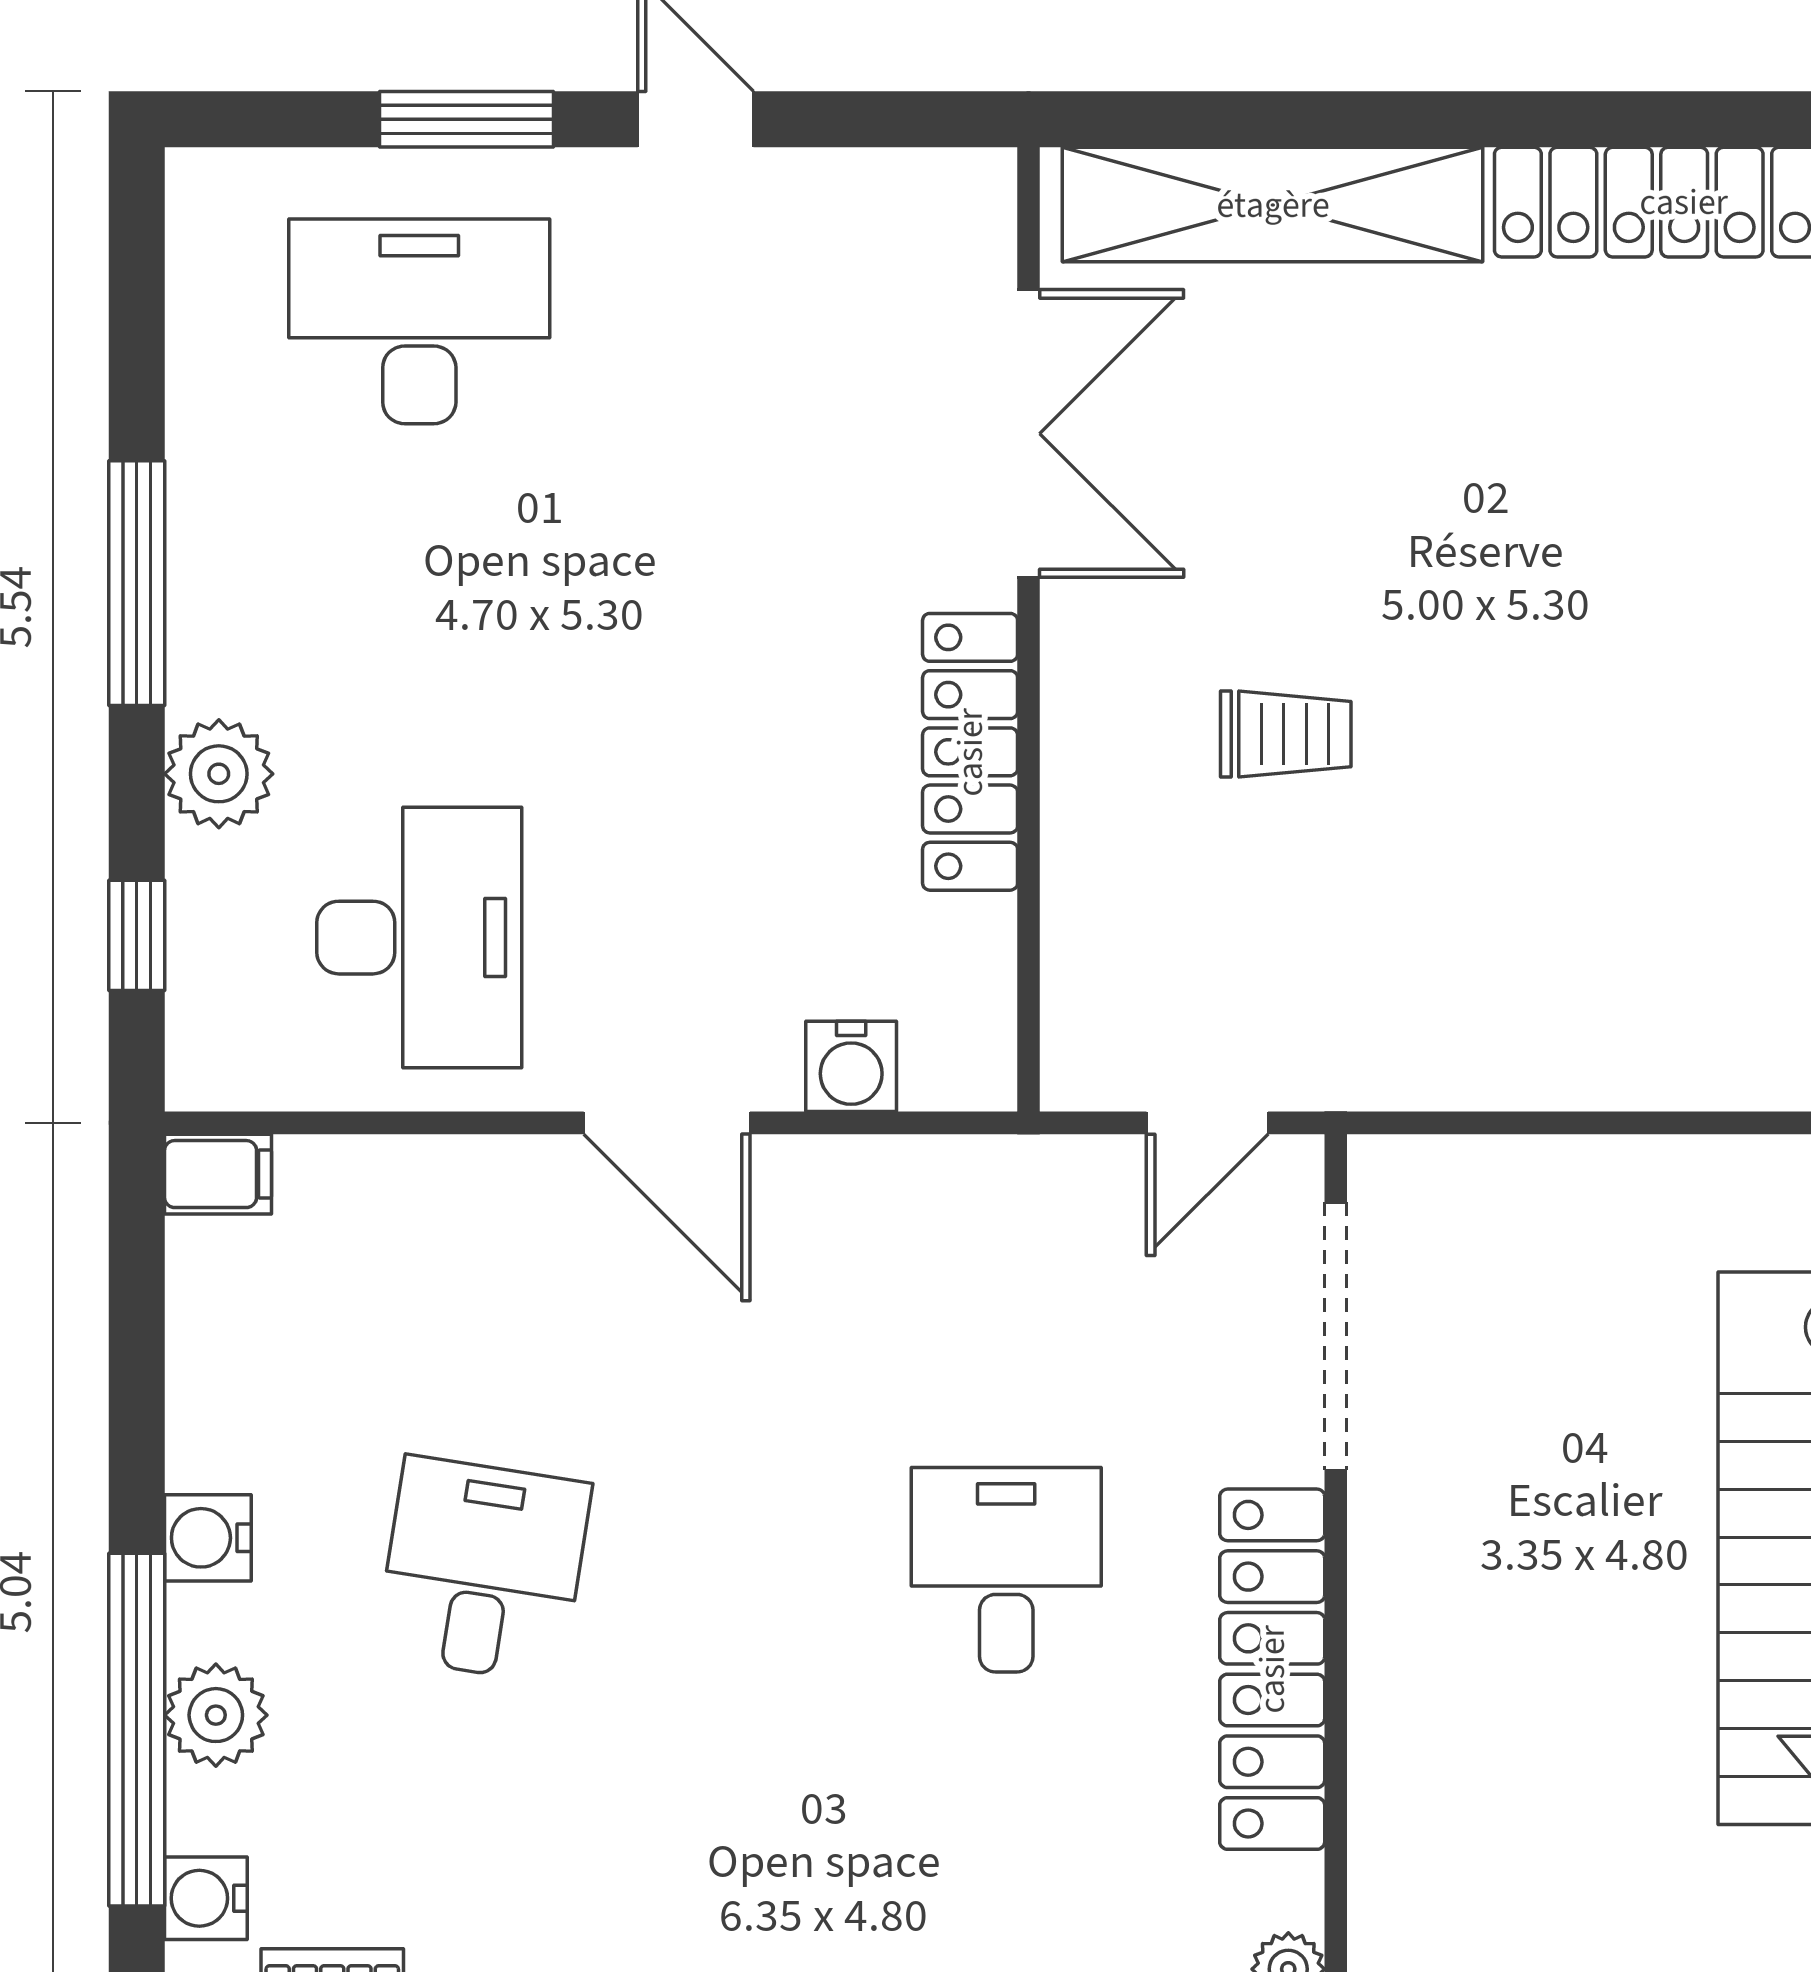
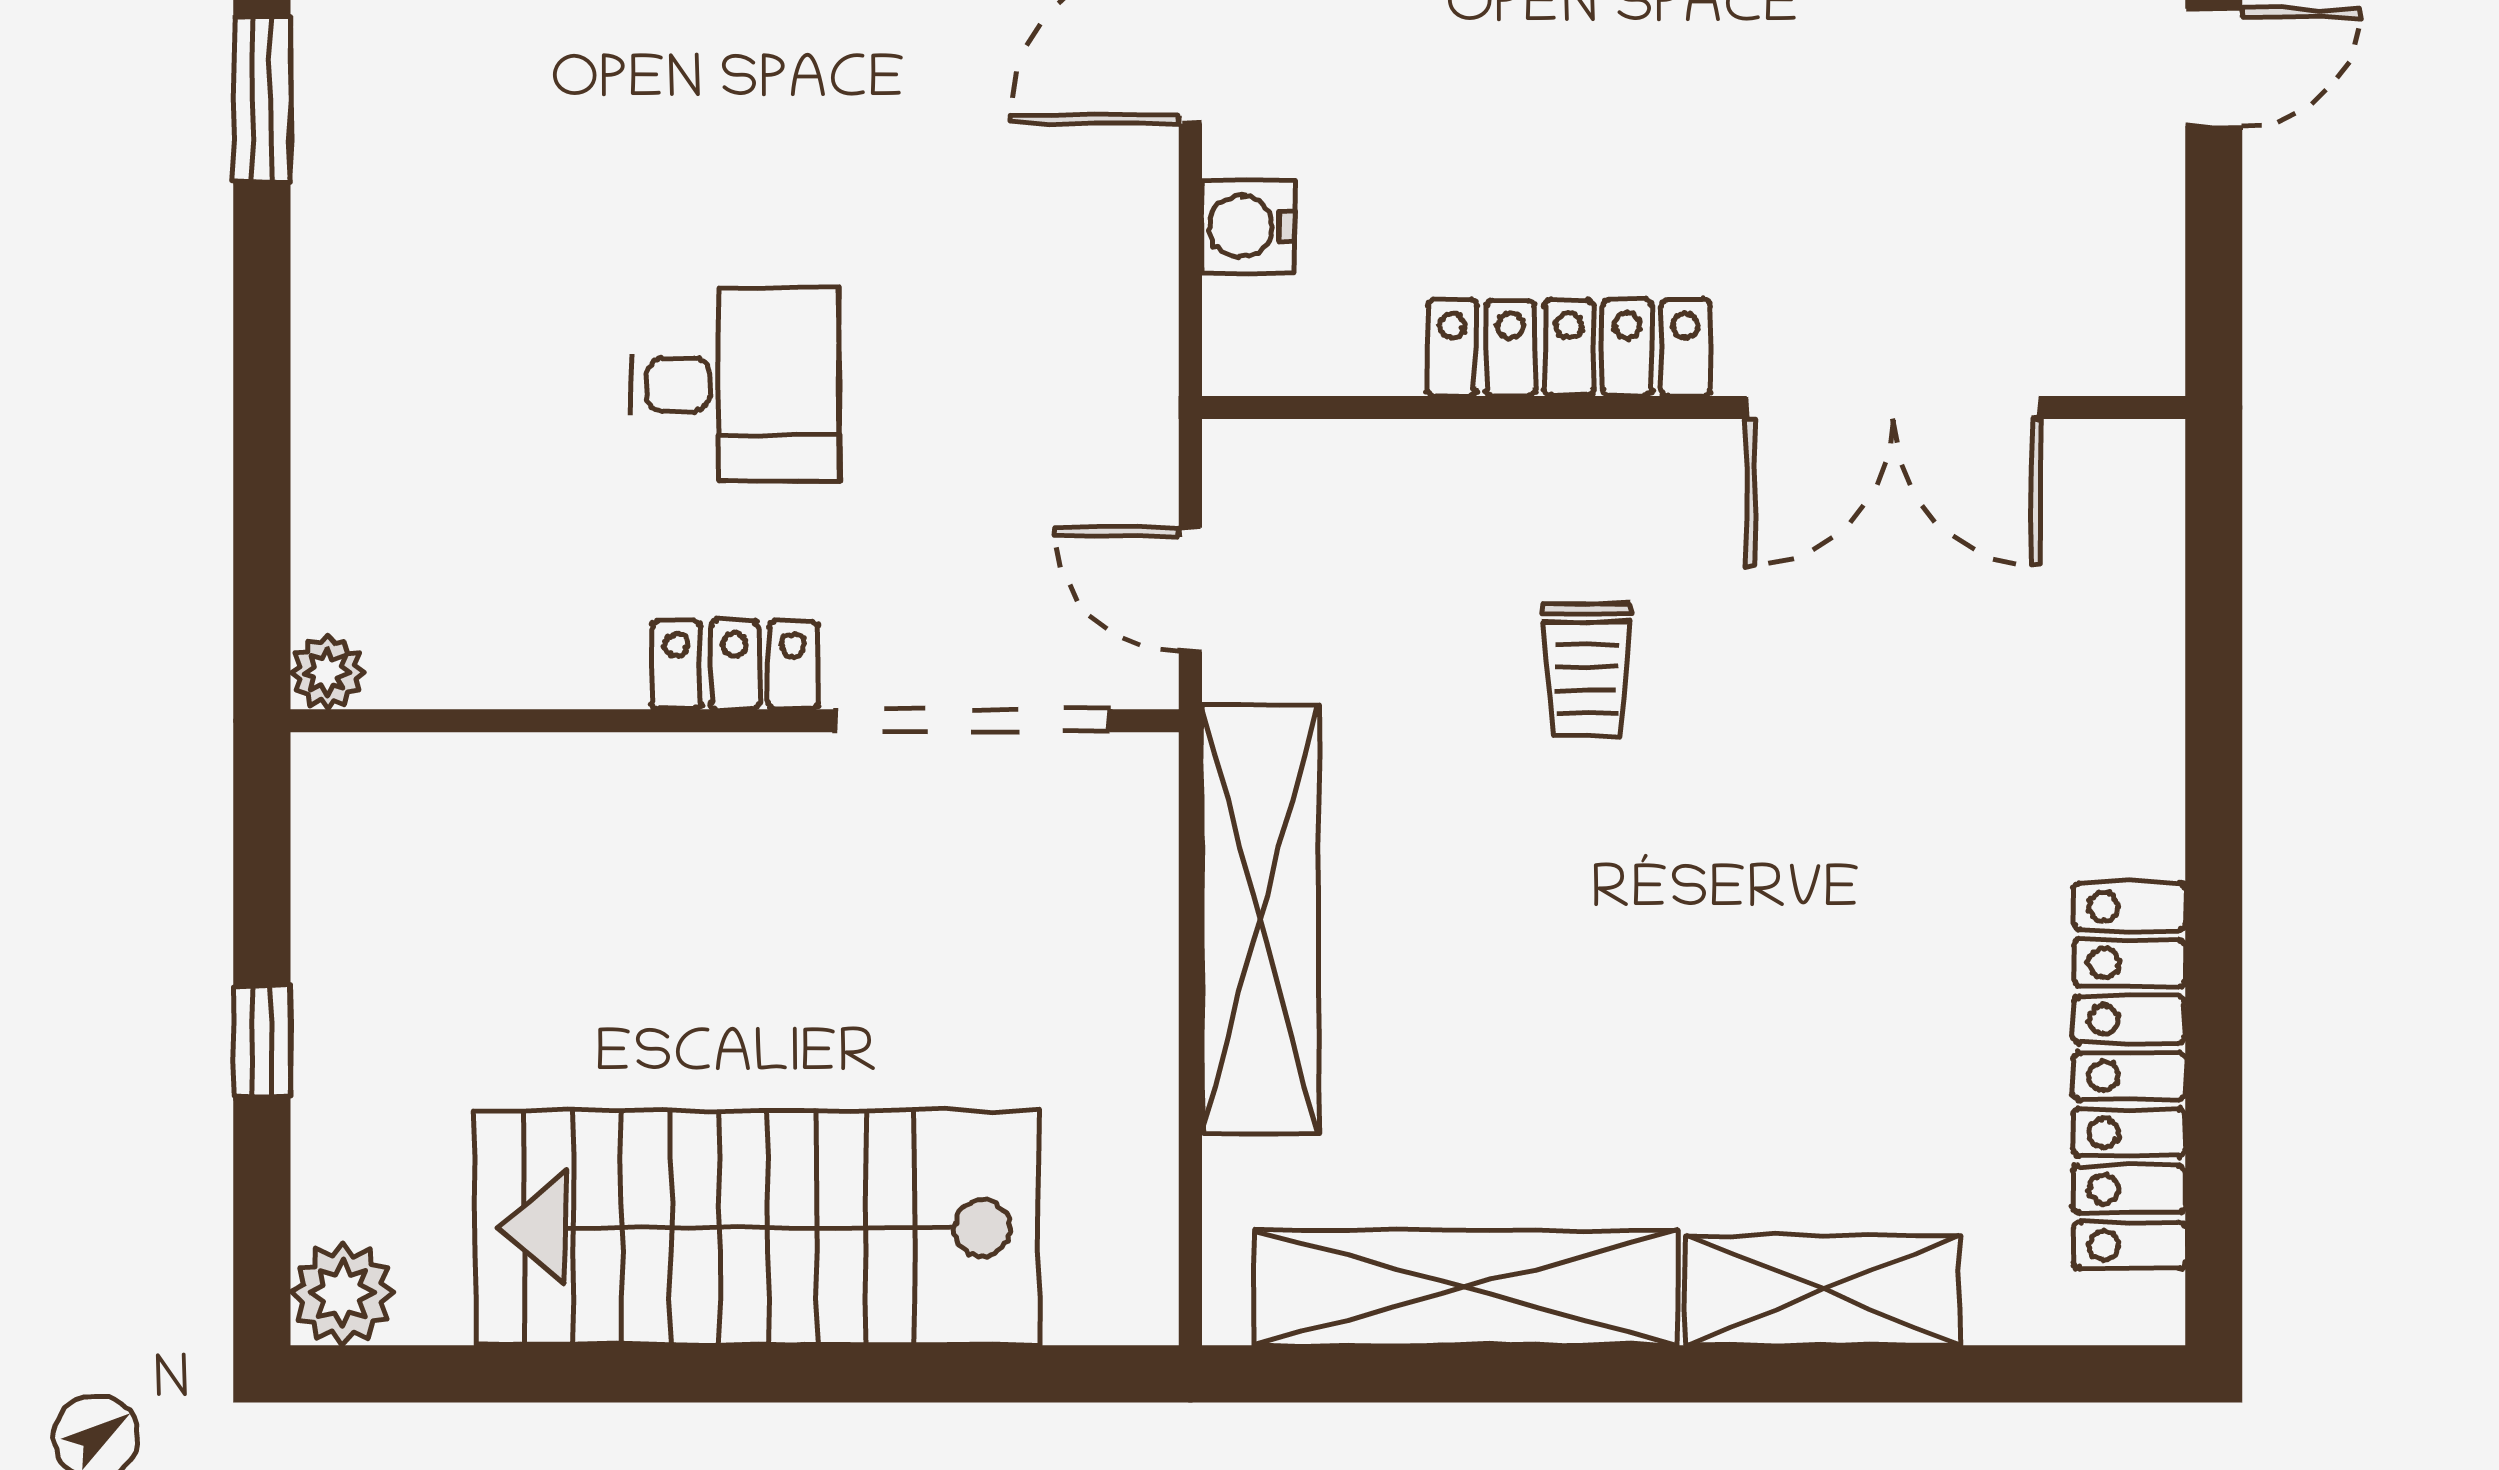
shelving: (1273, 205) -> (1260, 919), moved
locker: (1272, 1669) -> (735, 665), width x0.46, depth x0.83

